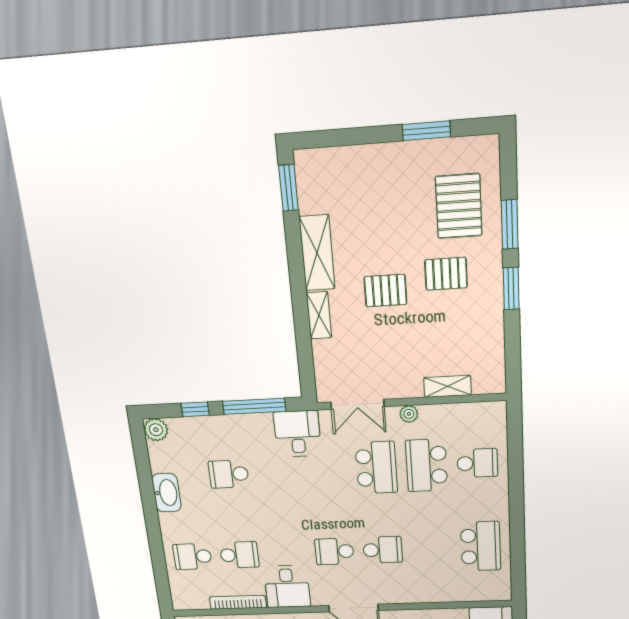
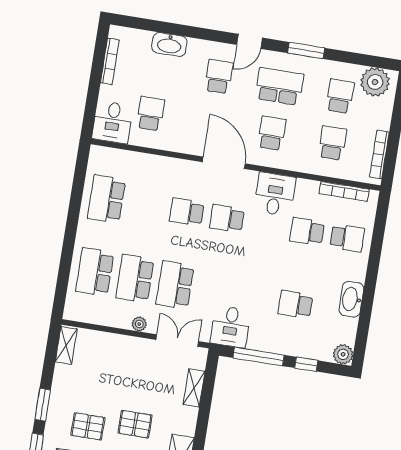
shelving: (319, 315) -> (194, 388), moved
shelving: (447, 386) -> (66, 345), moved, turned 90
school desk: (477, 463) -> (95, 272), width x1.85
school desk: (427, 465) -> (135, 278), turned 180
school desk: (229, 474) -> (295, 304), turned 180
school desk: (334, 551) -> (227, 218), turned 180
bookcase: (238, 602) -> (344, 191), moved

